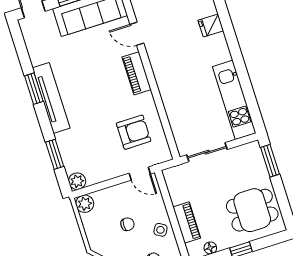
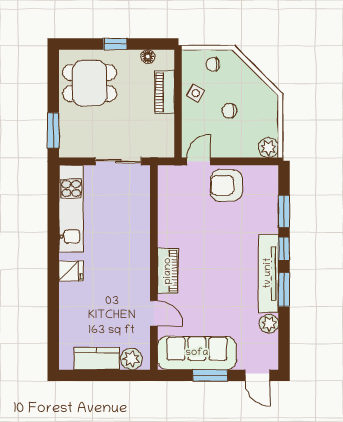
fridge: (211, 25) -> (71, 271), moved
window: (45, 123) -> (284, 248), added
armchair: (134, 132) -> (226, 185), moved
door: (140, 174) -> (199, 161), hinge flipped
plant: (77, 181) -> (269, 324), moved

